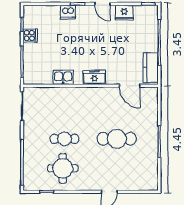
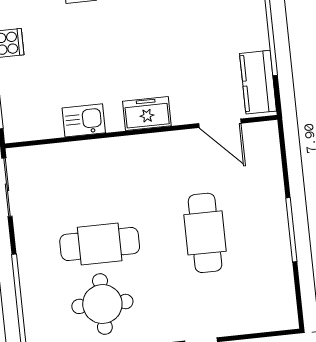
cafe table: (64, 139) -> (100, 244), width x1.37, depth x1.35
cafe table: (117, 139) -> (205, 233), turned 90

